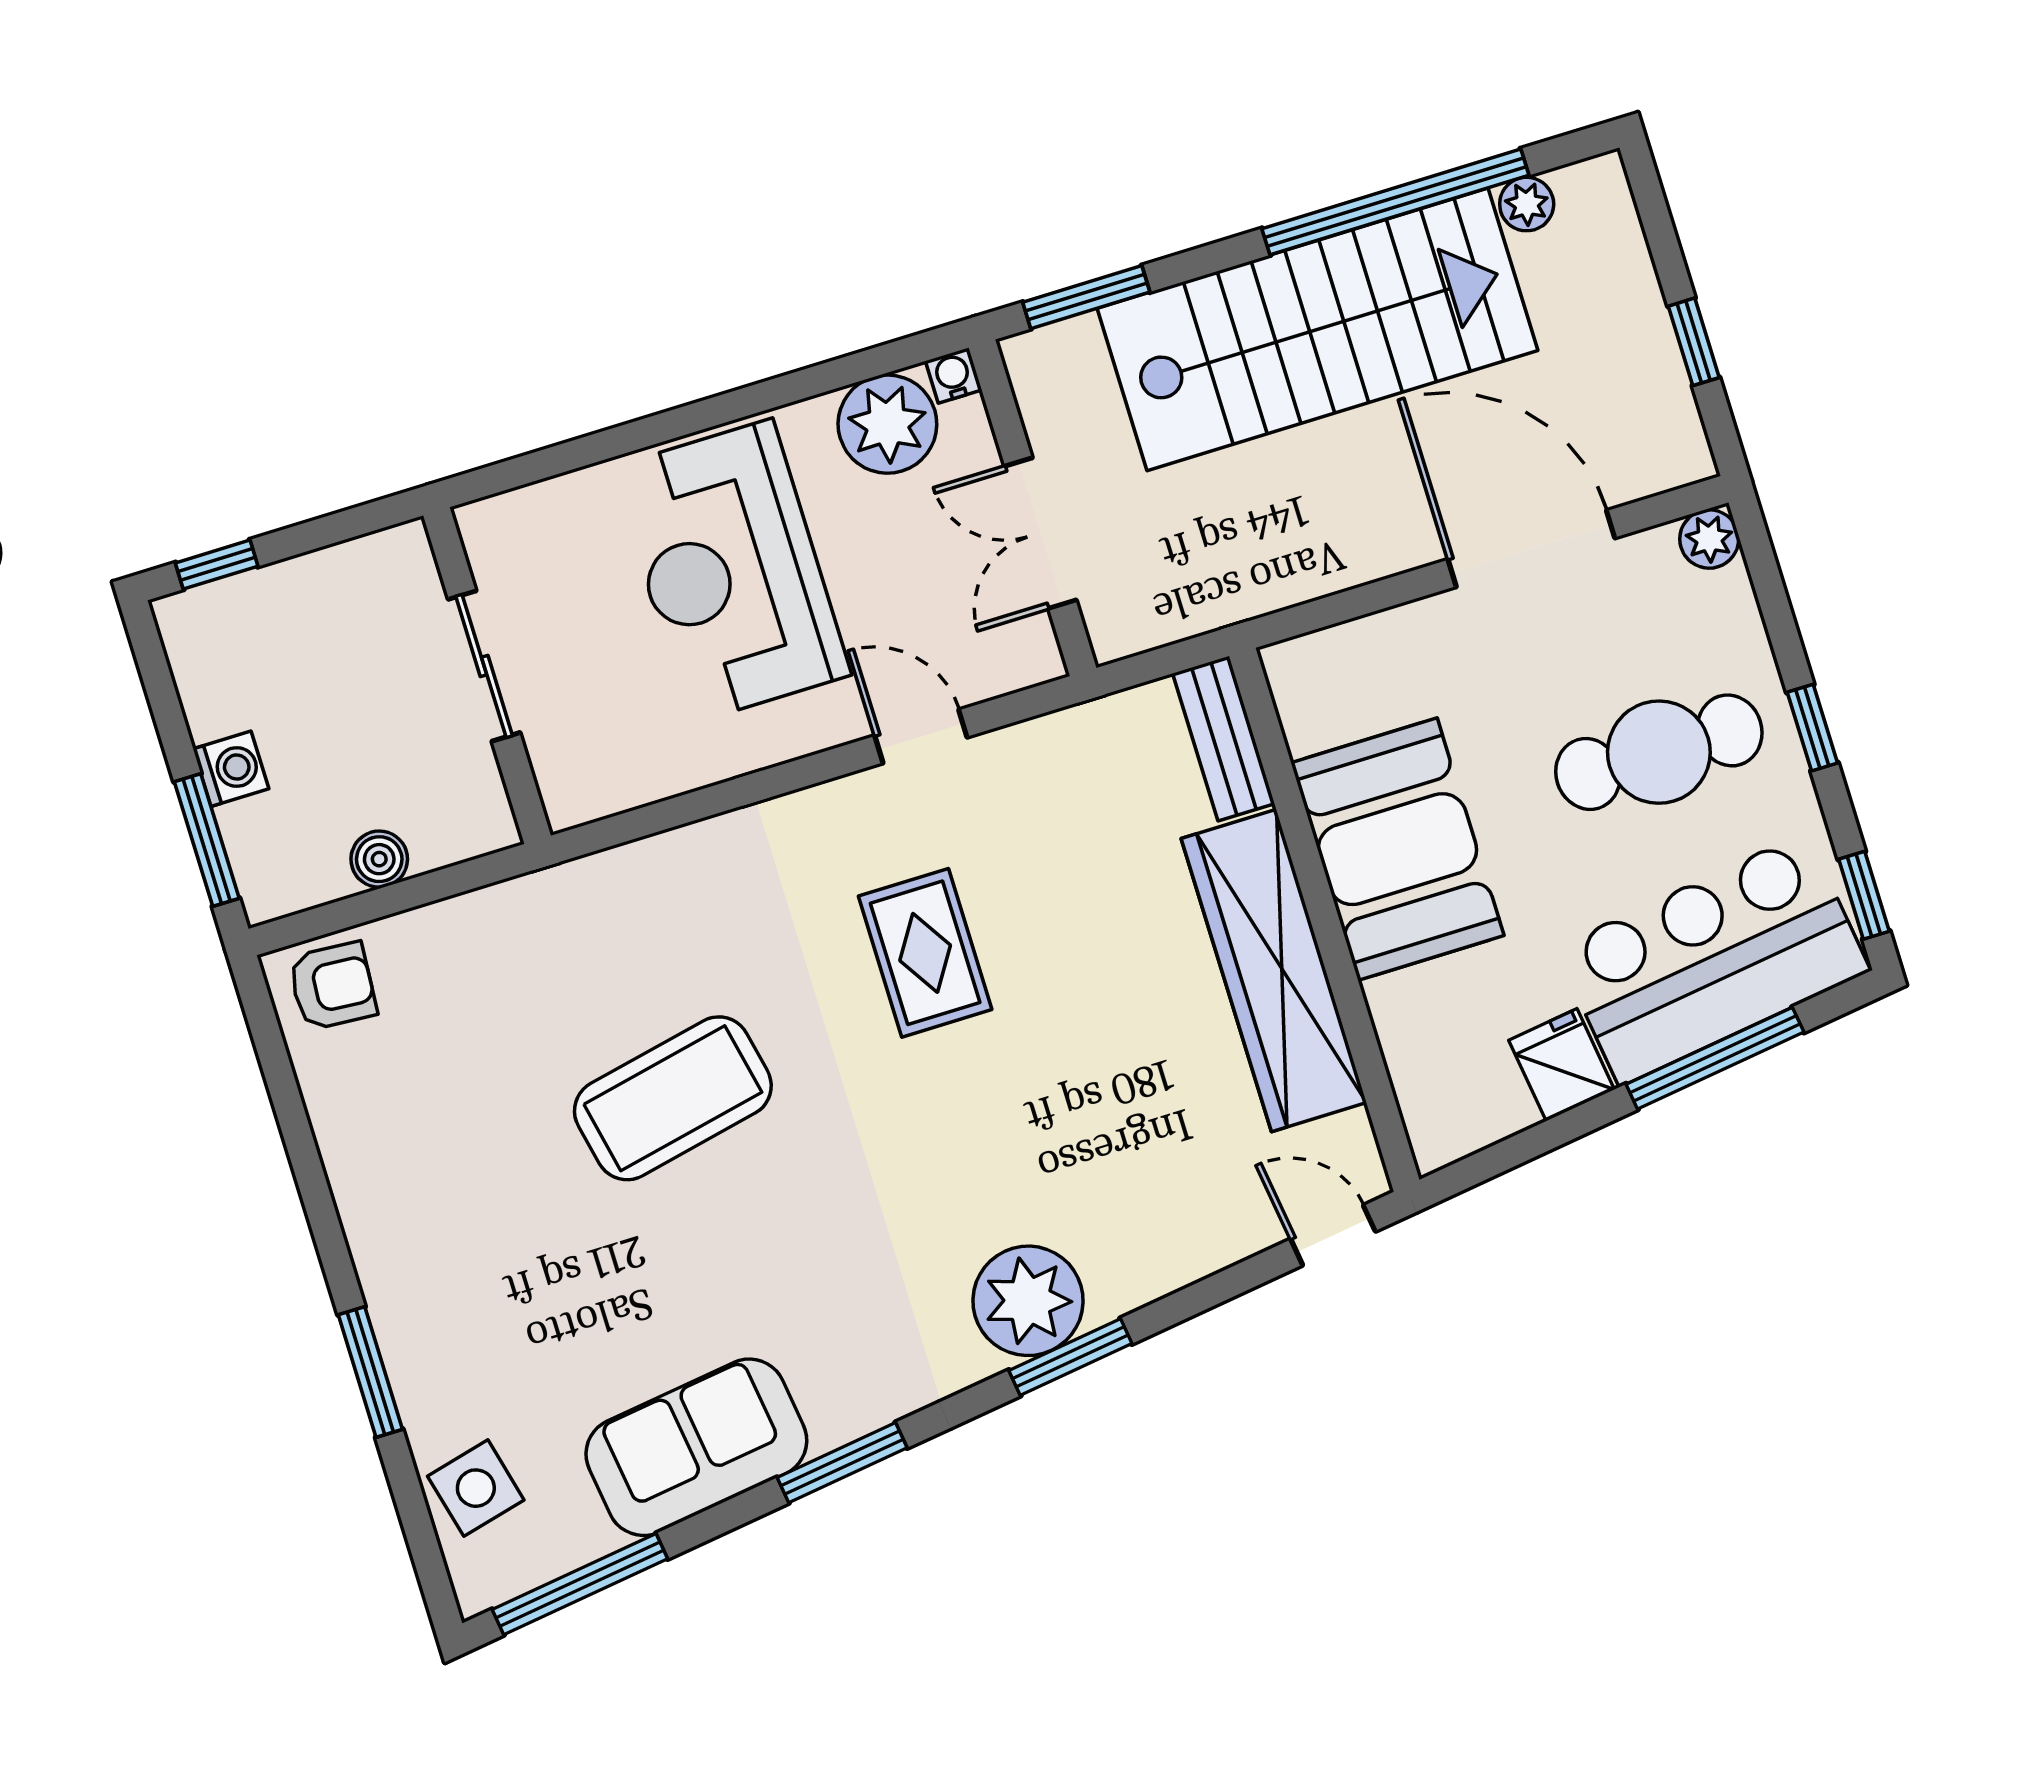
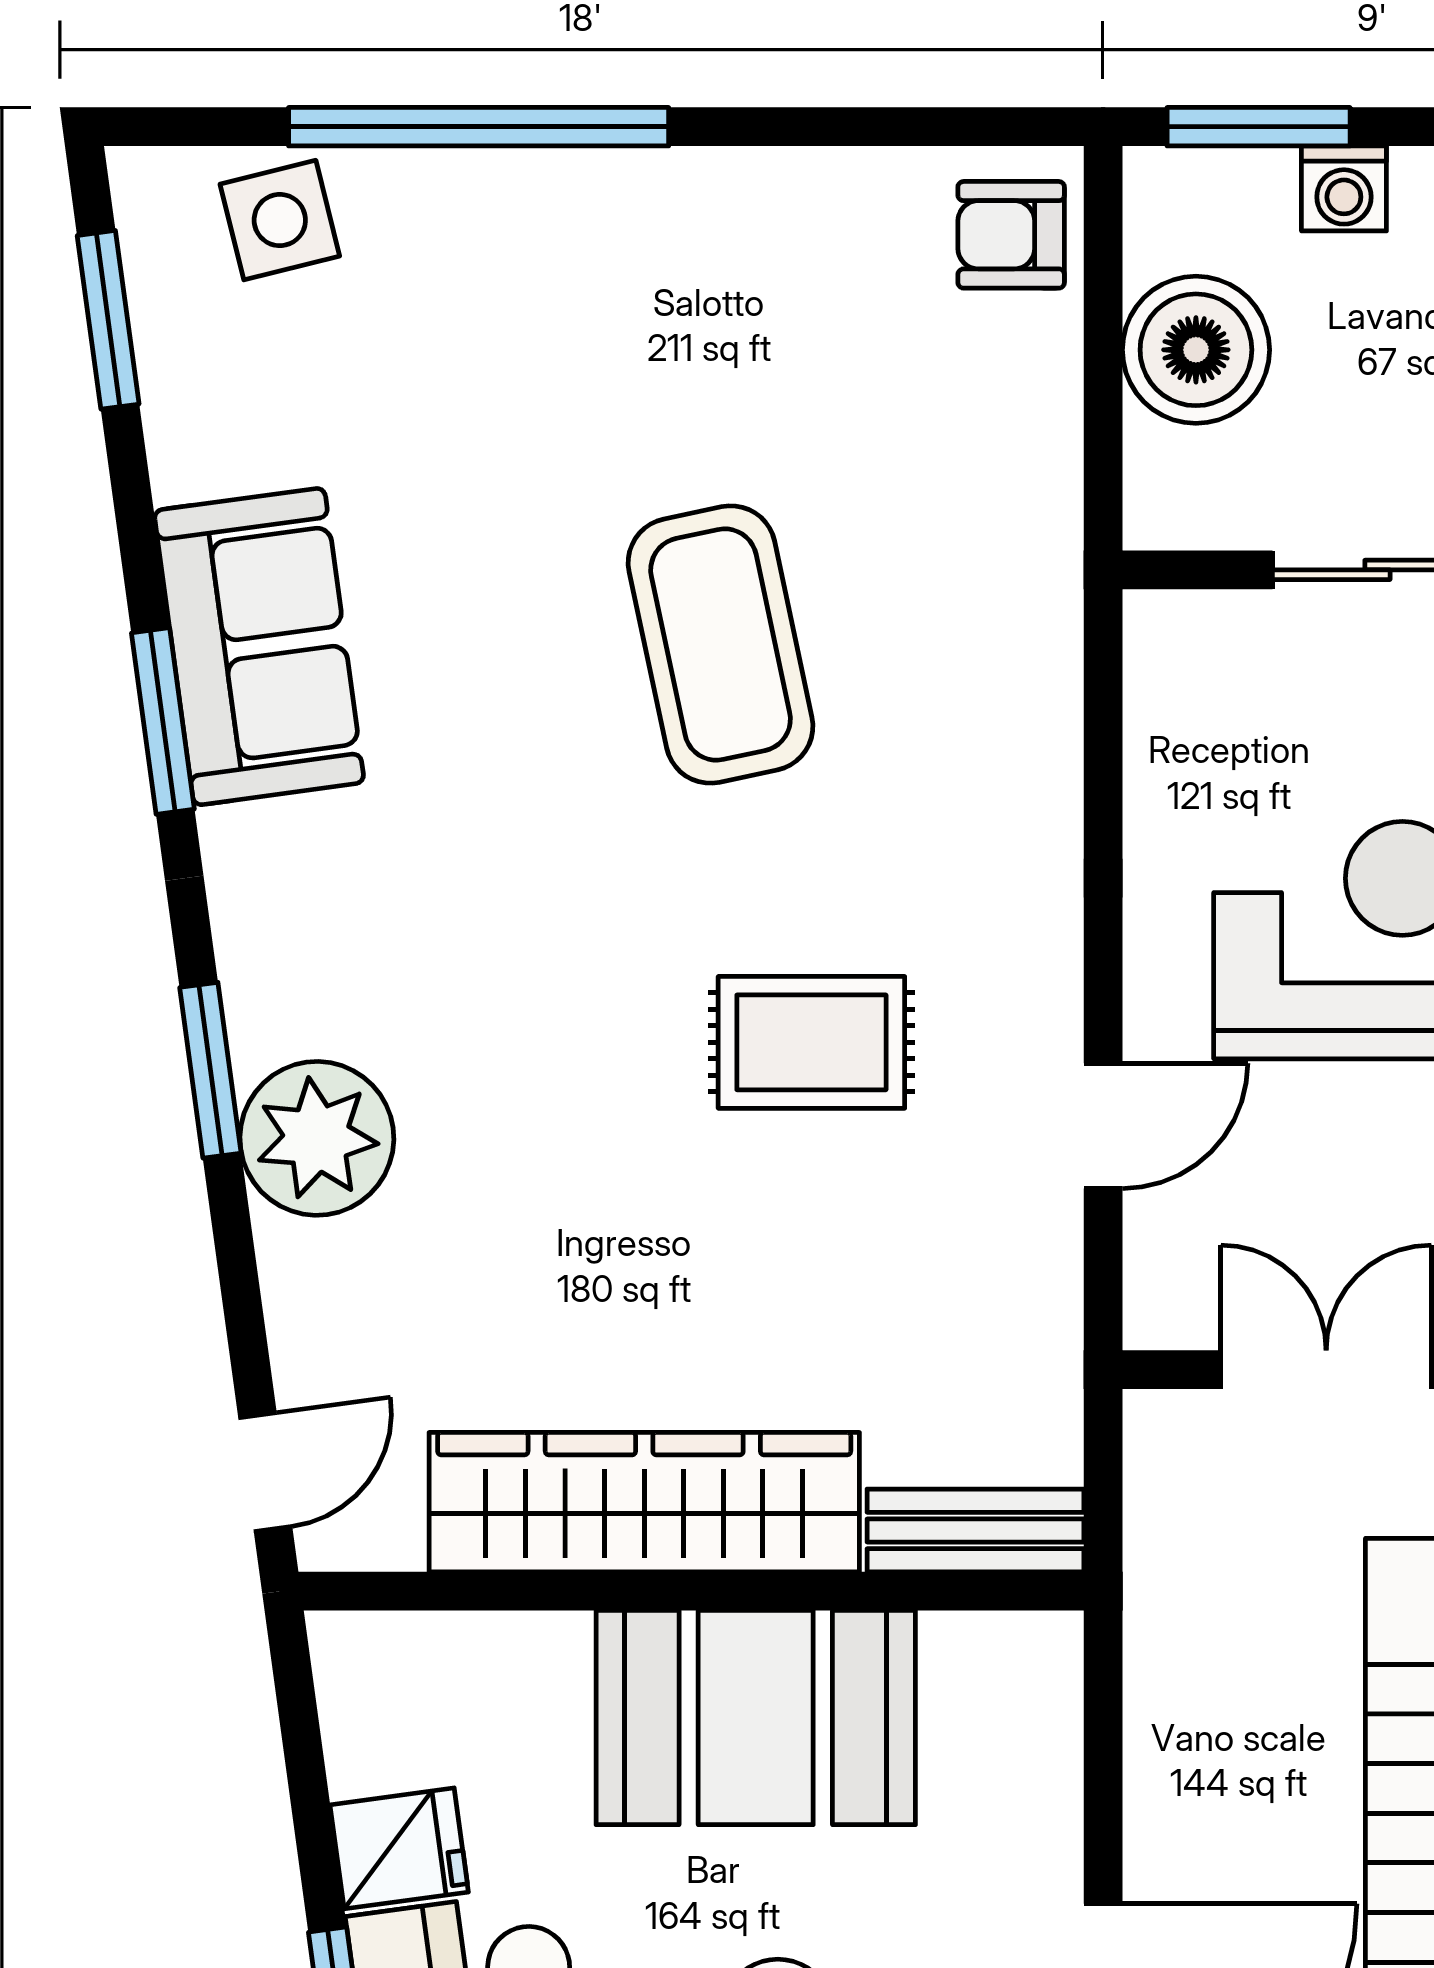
boiler: (379, 859) -> (1196, 350), width x1.86, depth x1.86
armchair: (332, 986) -> (1011, 235), turned 86
plant: (1028, 1301) -> (317, 1138), moved
window: (370, 1372) -> (479, 127), width x2.11
sofa: (696, 1447) -> (259, 647), moved
window: (580, 1584) -> (108, 320), width x0.69

